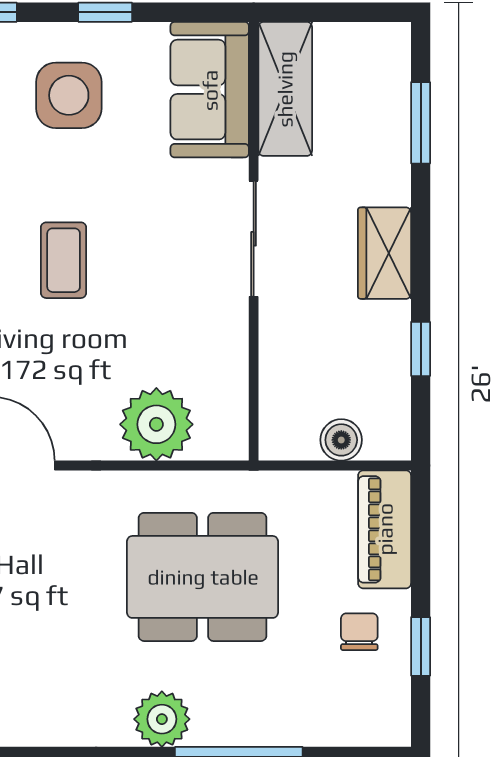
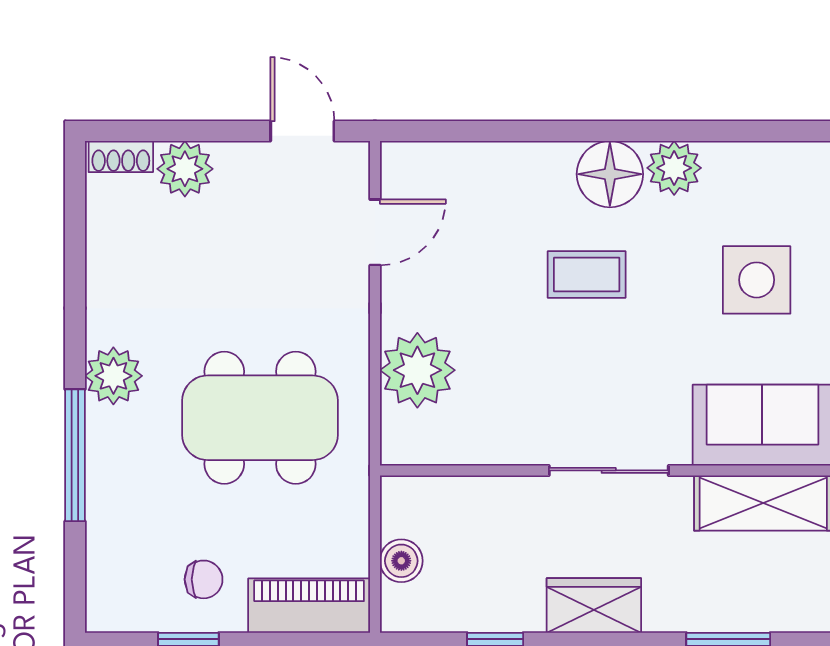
dining table: (203, 577) -> (260, 418), turned 90

